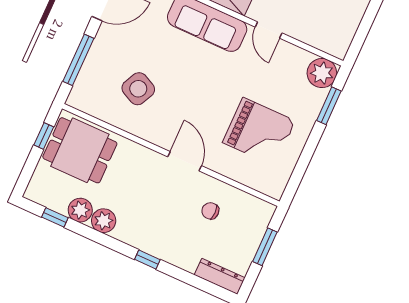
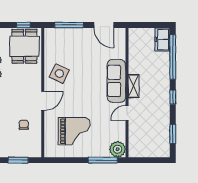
side table: (138, 89) -> (59, 74), moved
window: (329, 106) -> (103, 160), width x1.44
grand piano: (259, 132) -> (74, 131), turned -90

